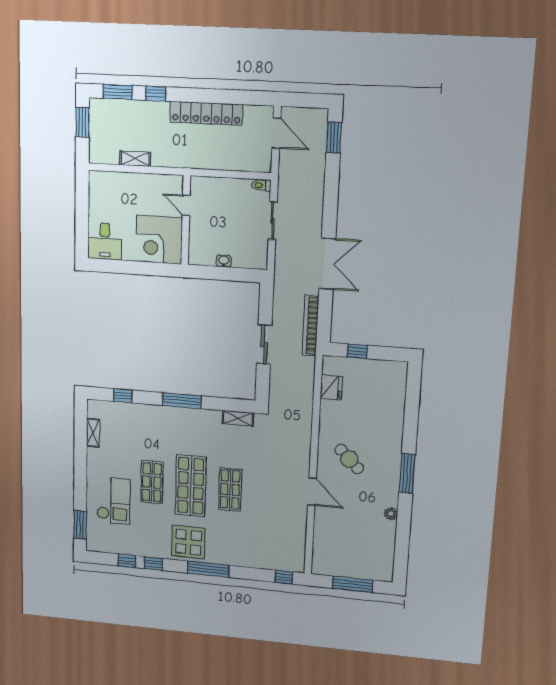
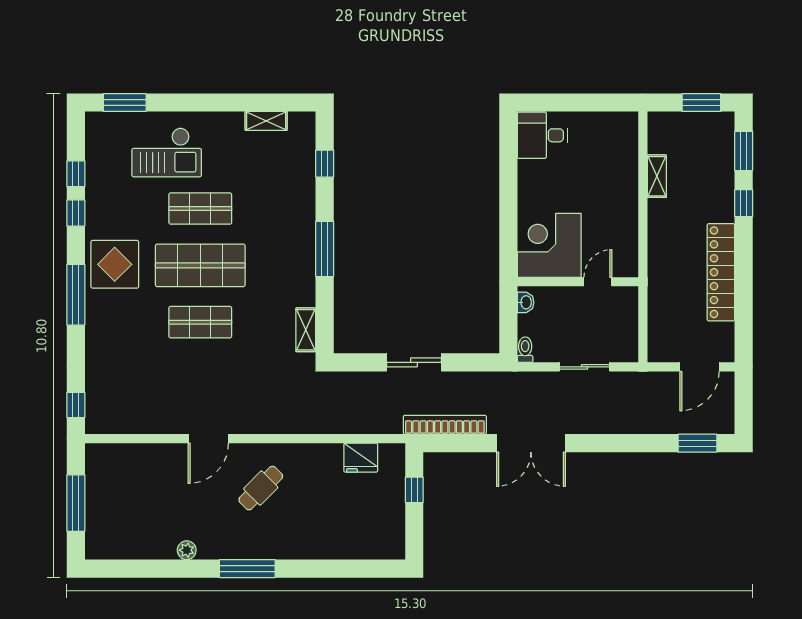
toilet: (261, 185) -> (525, 350), moved
door: (186, 205) -> (598, 282), moved
wall: (186, 220) -> (578, 282), moved
corner desk: (159, 240) -> (549, 245), moved

